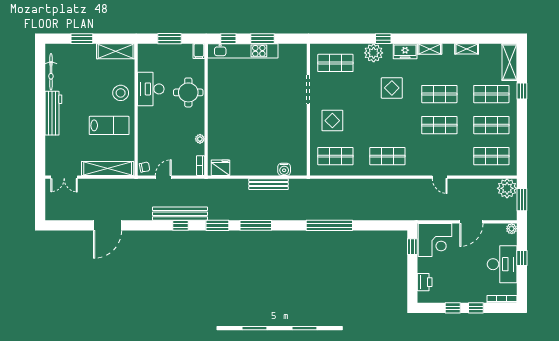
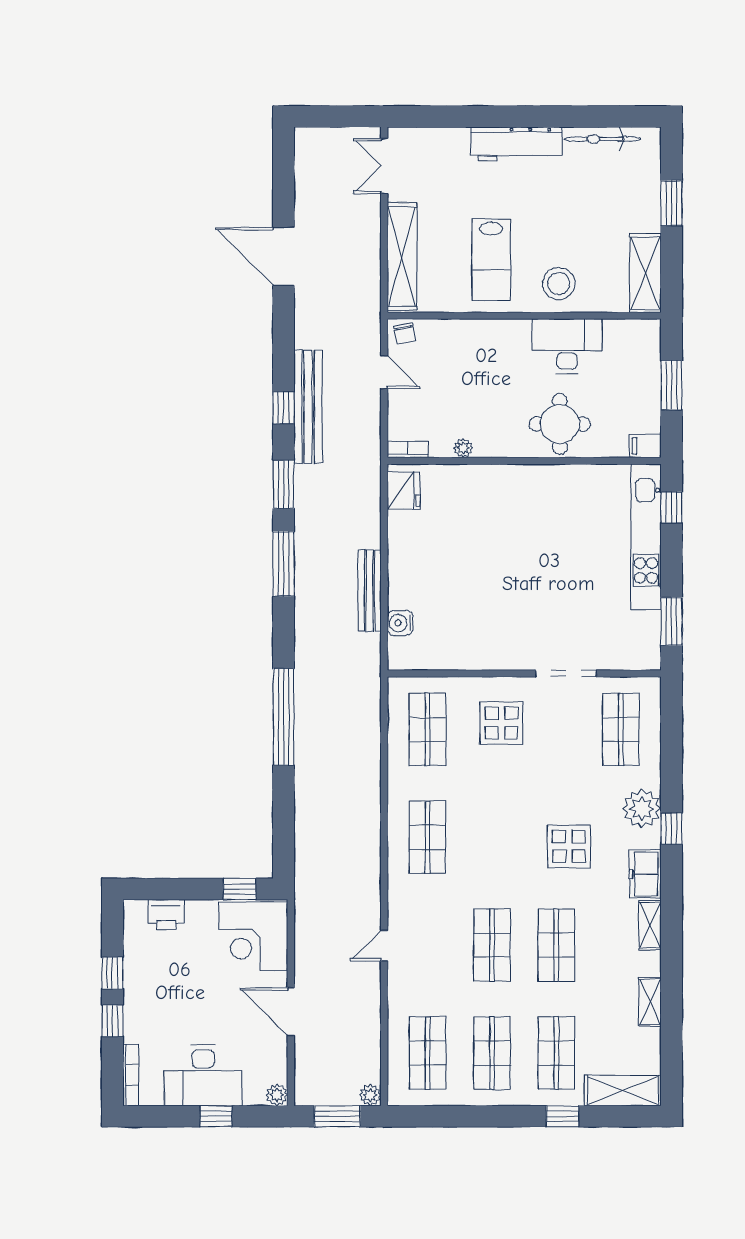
window: (262, 39) -> (671, 621), moved
plant: (507, 188) -> (370, 1095), width x0.53, depth x0.53

